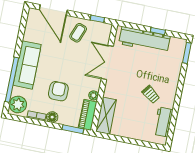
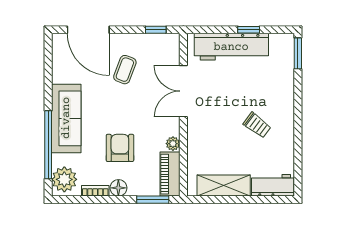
coffee table: (78, 33) -> (125, 70), moved
shelving: (106, 116) -> (224, 186), moved, turned 90
workbench: (163, 122) -> (273, 185), moved, turned 90

